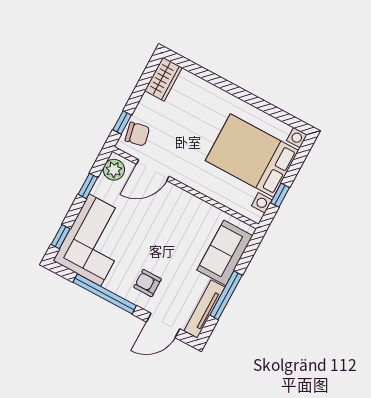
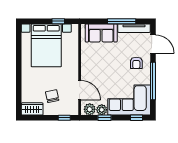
chair: (137, 134) -> (52, 96), moved
plant: (103, 188) -> (102, 110), added

